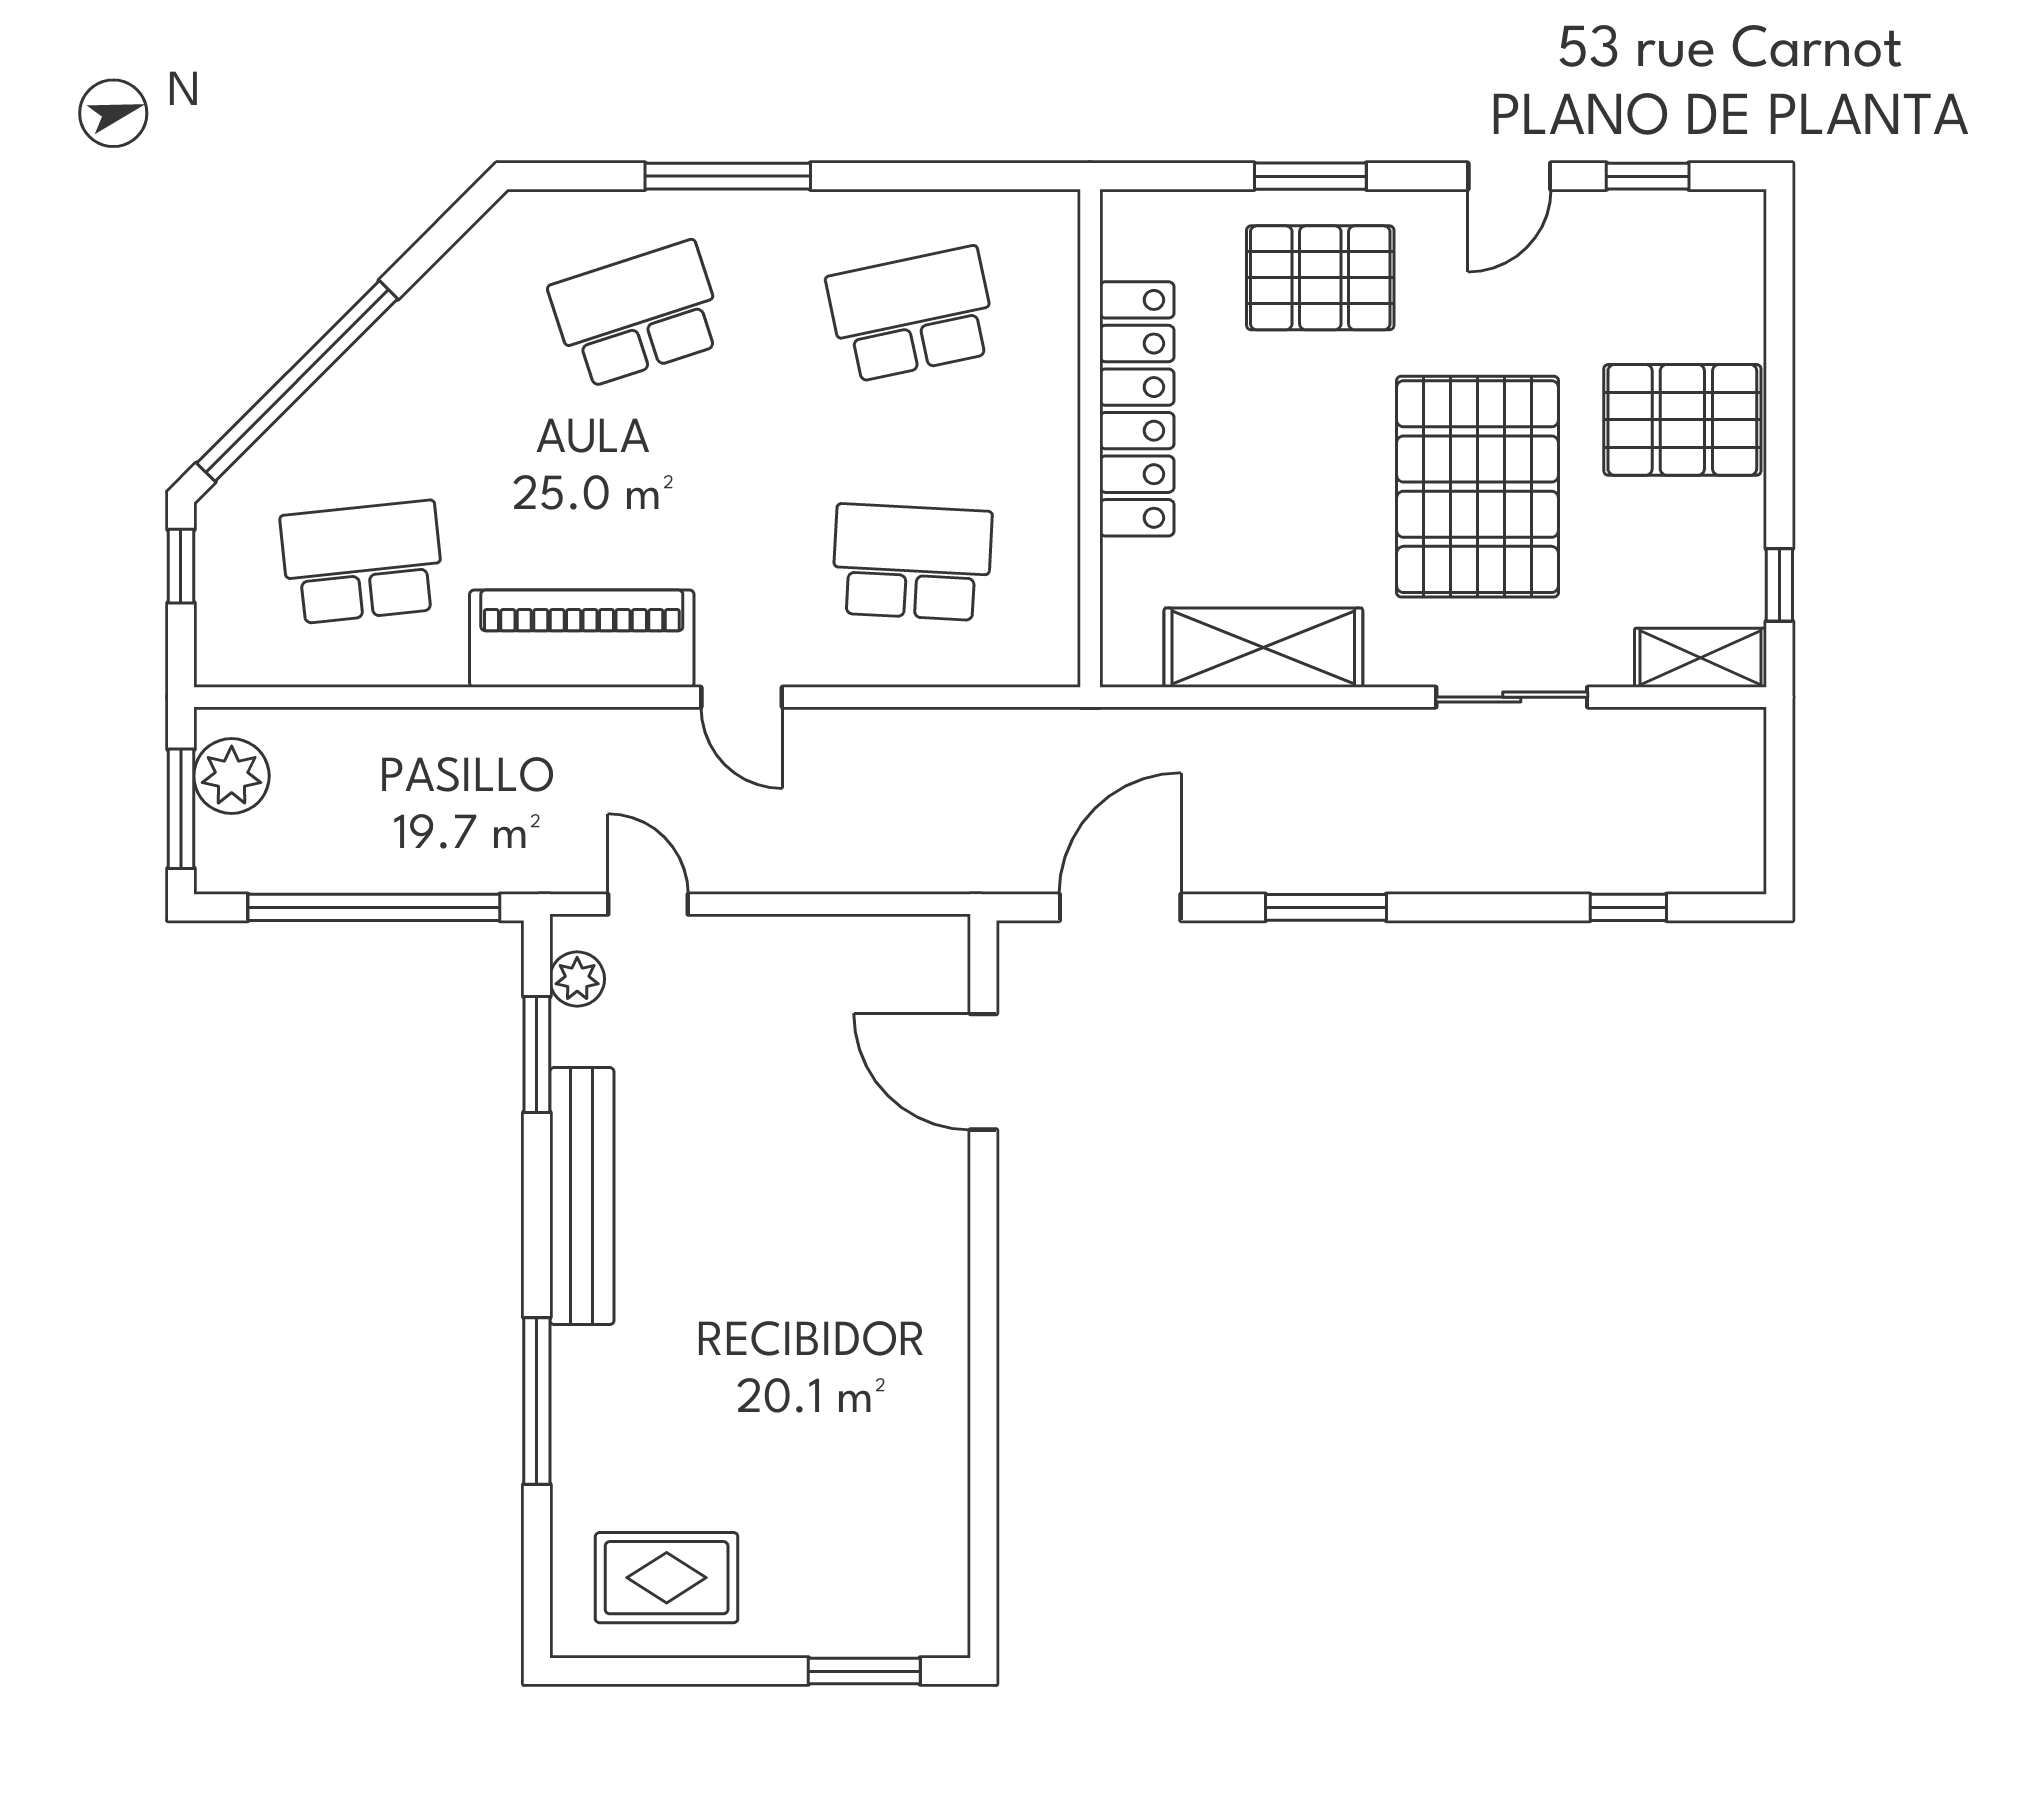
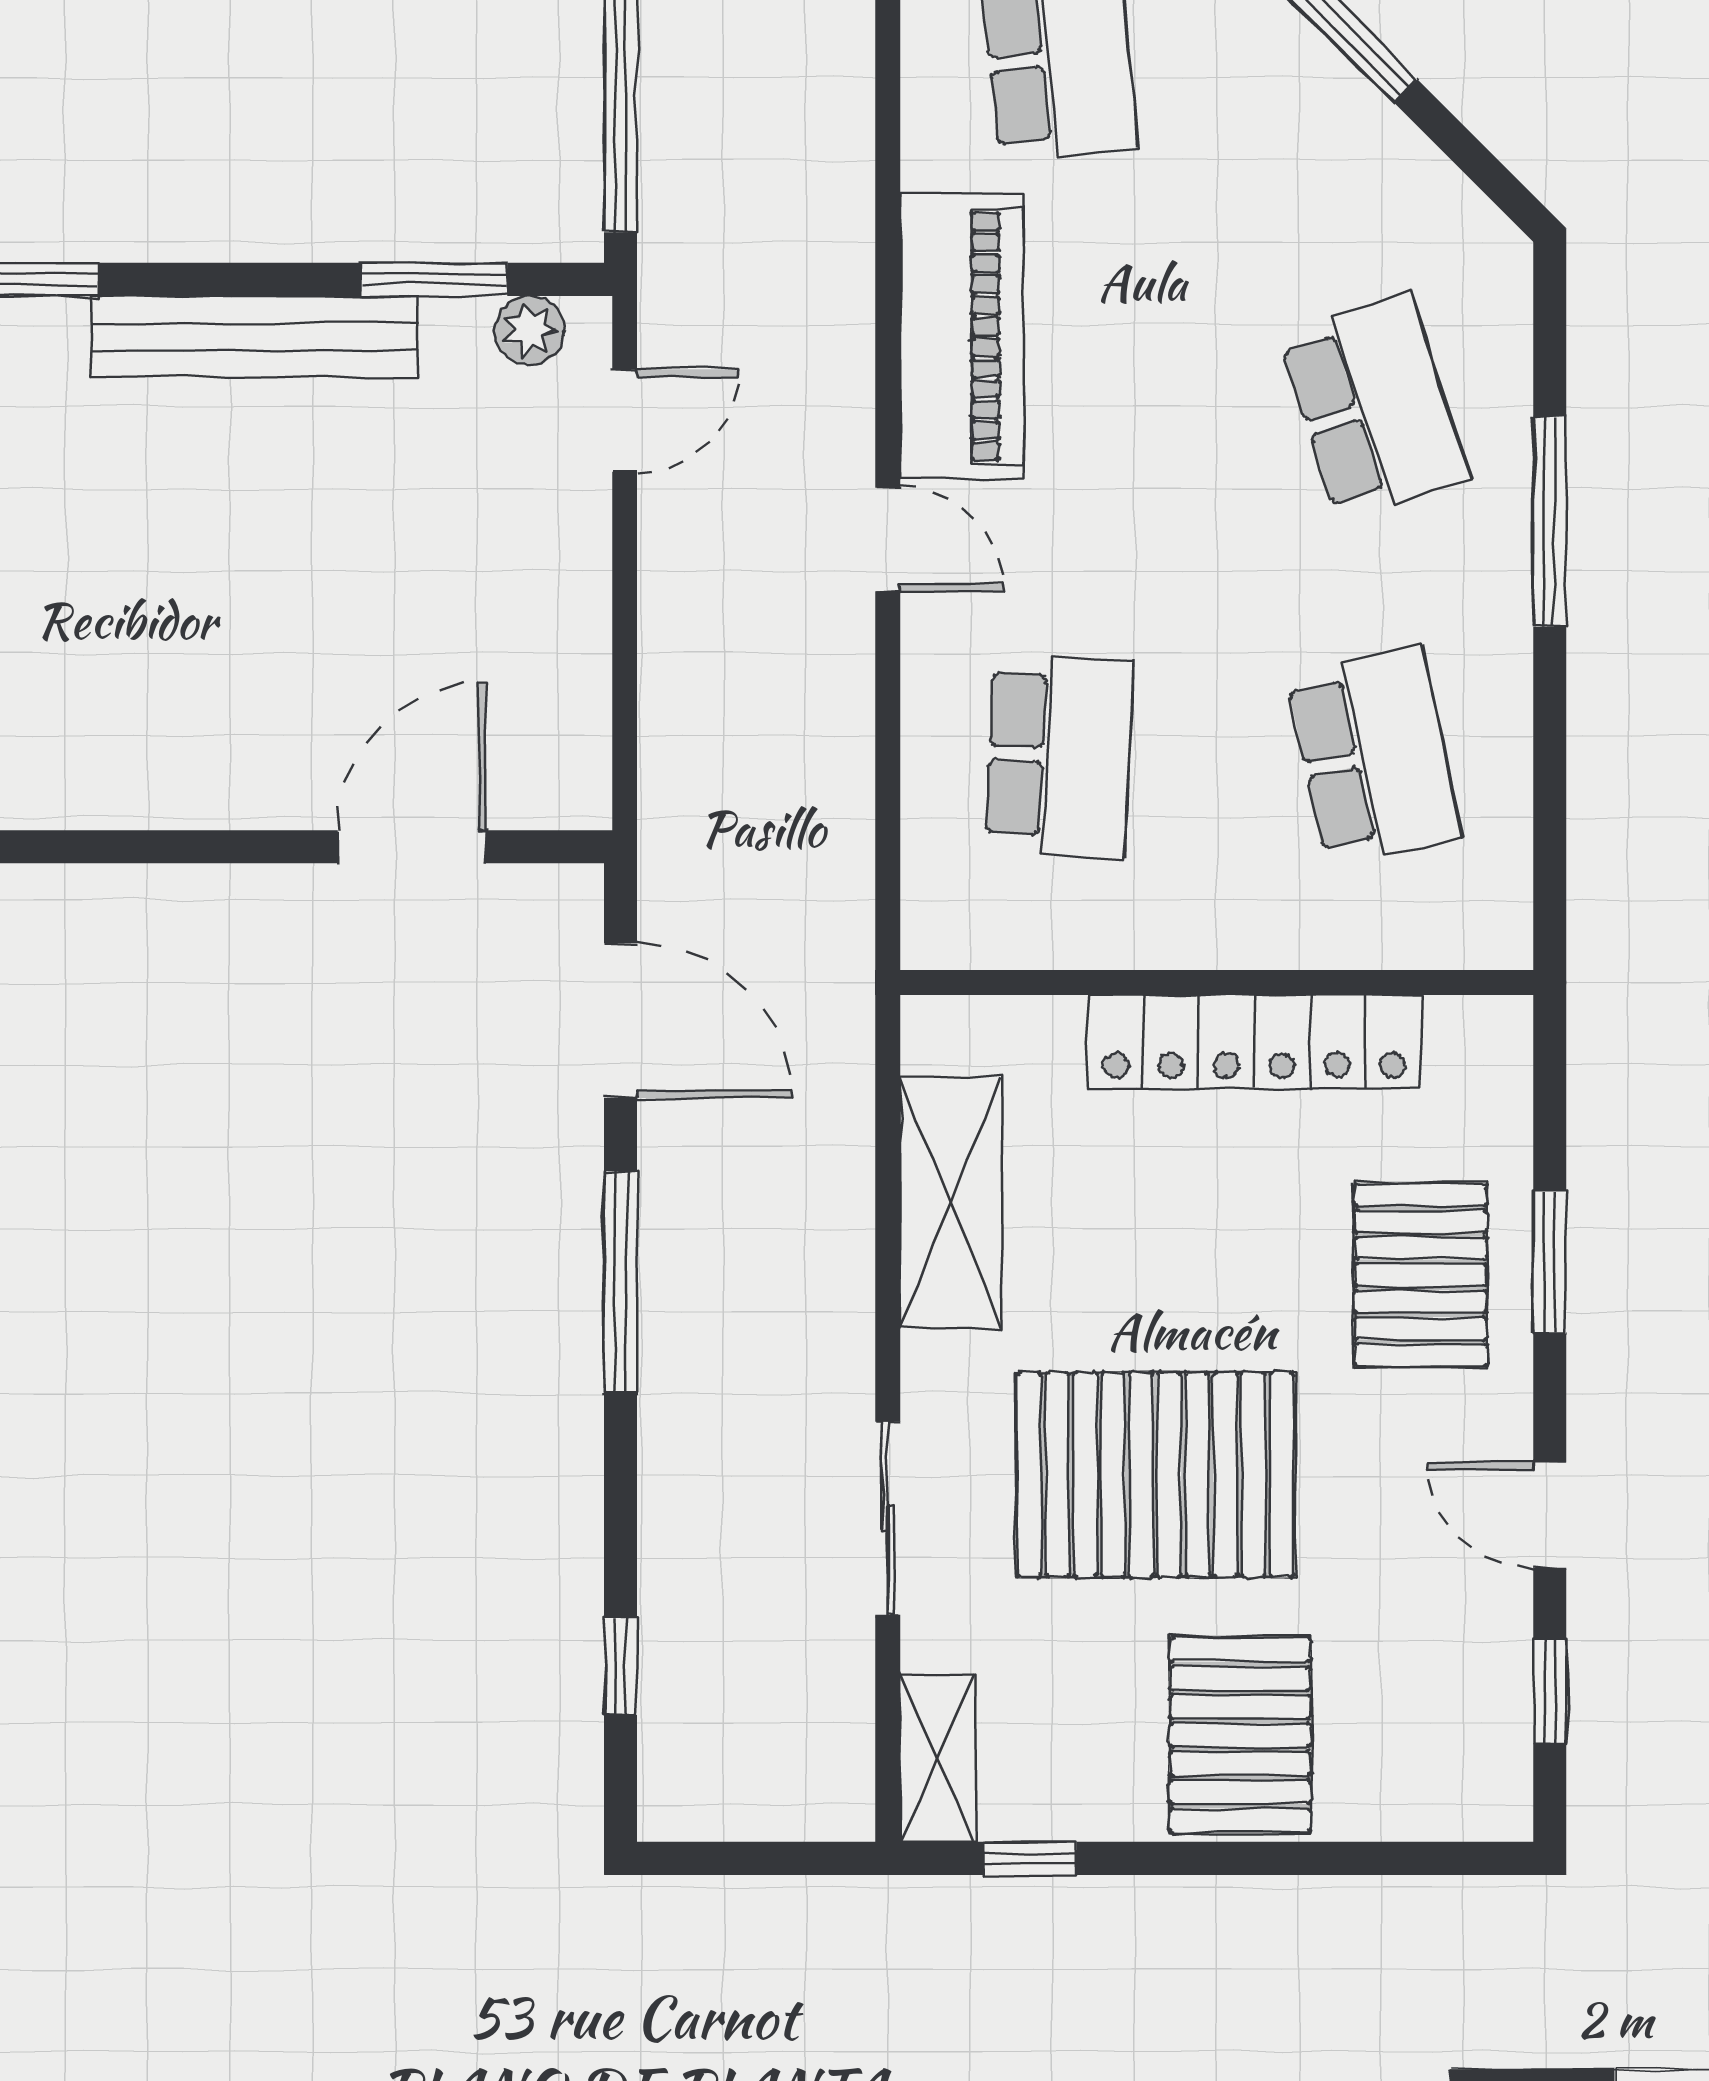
door: (742, 697) -> (888, 540), swing flipped
window: (1326, 907) -> (620, 1282), width x1.44

